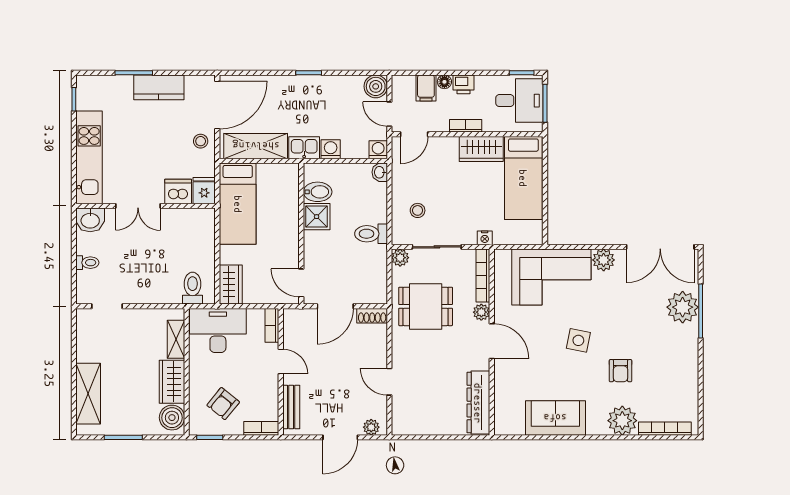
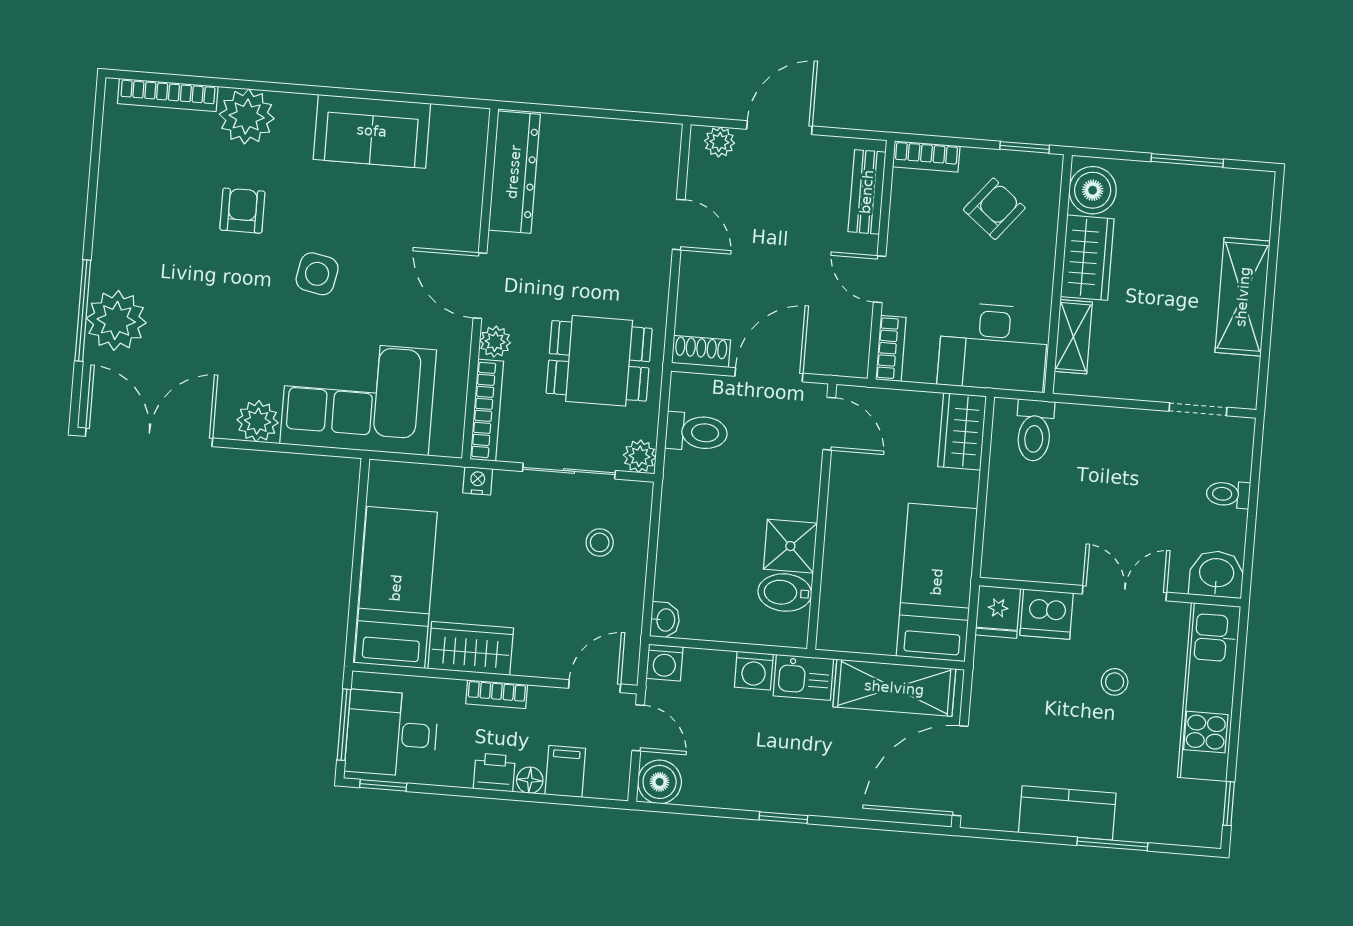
stool: (201, 141) -> (1115, 682), moved
toilet: (371, 234) -> (697, 432), moved
shelving: (88, 394) -> (1243, 297), moved

